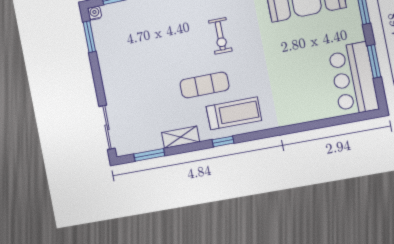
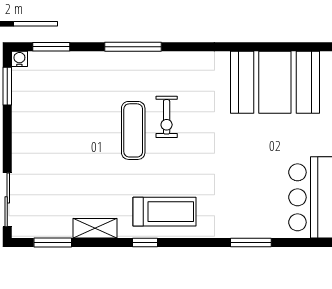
exercise mat: (204, 85) -> (133, 130), moved, turned 90
window: (310, 126) -> (251, 242), added

